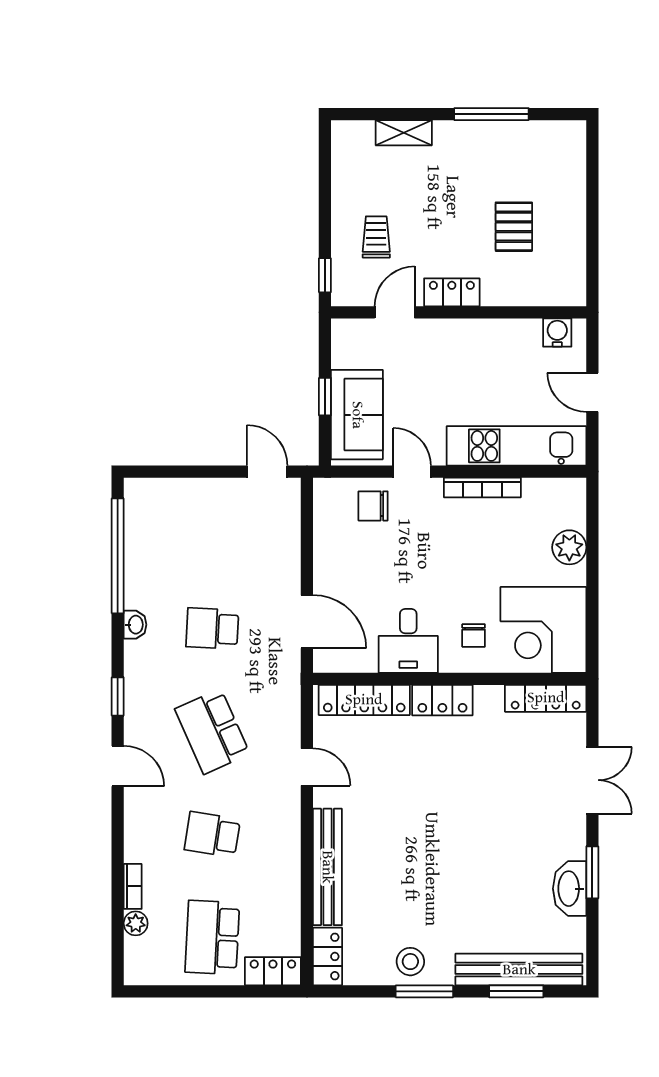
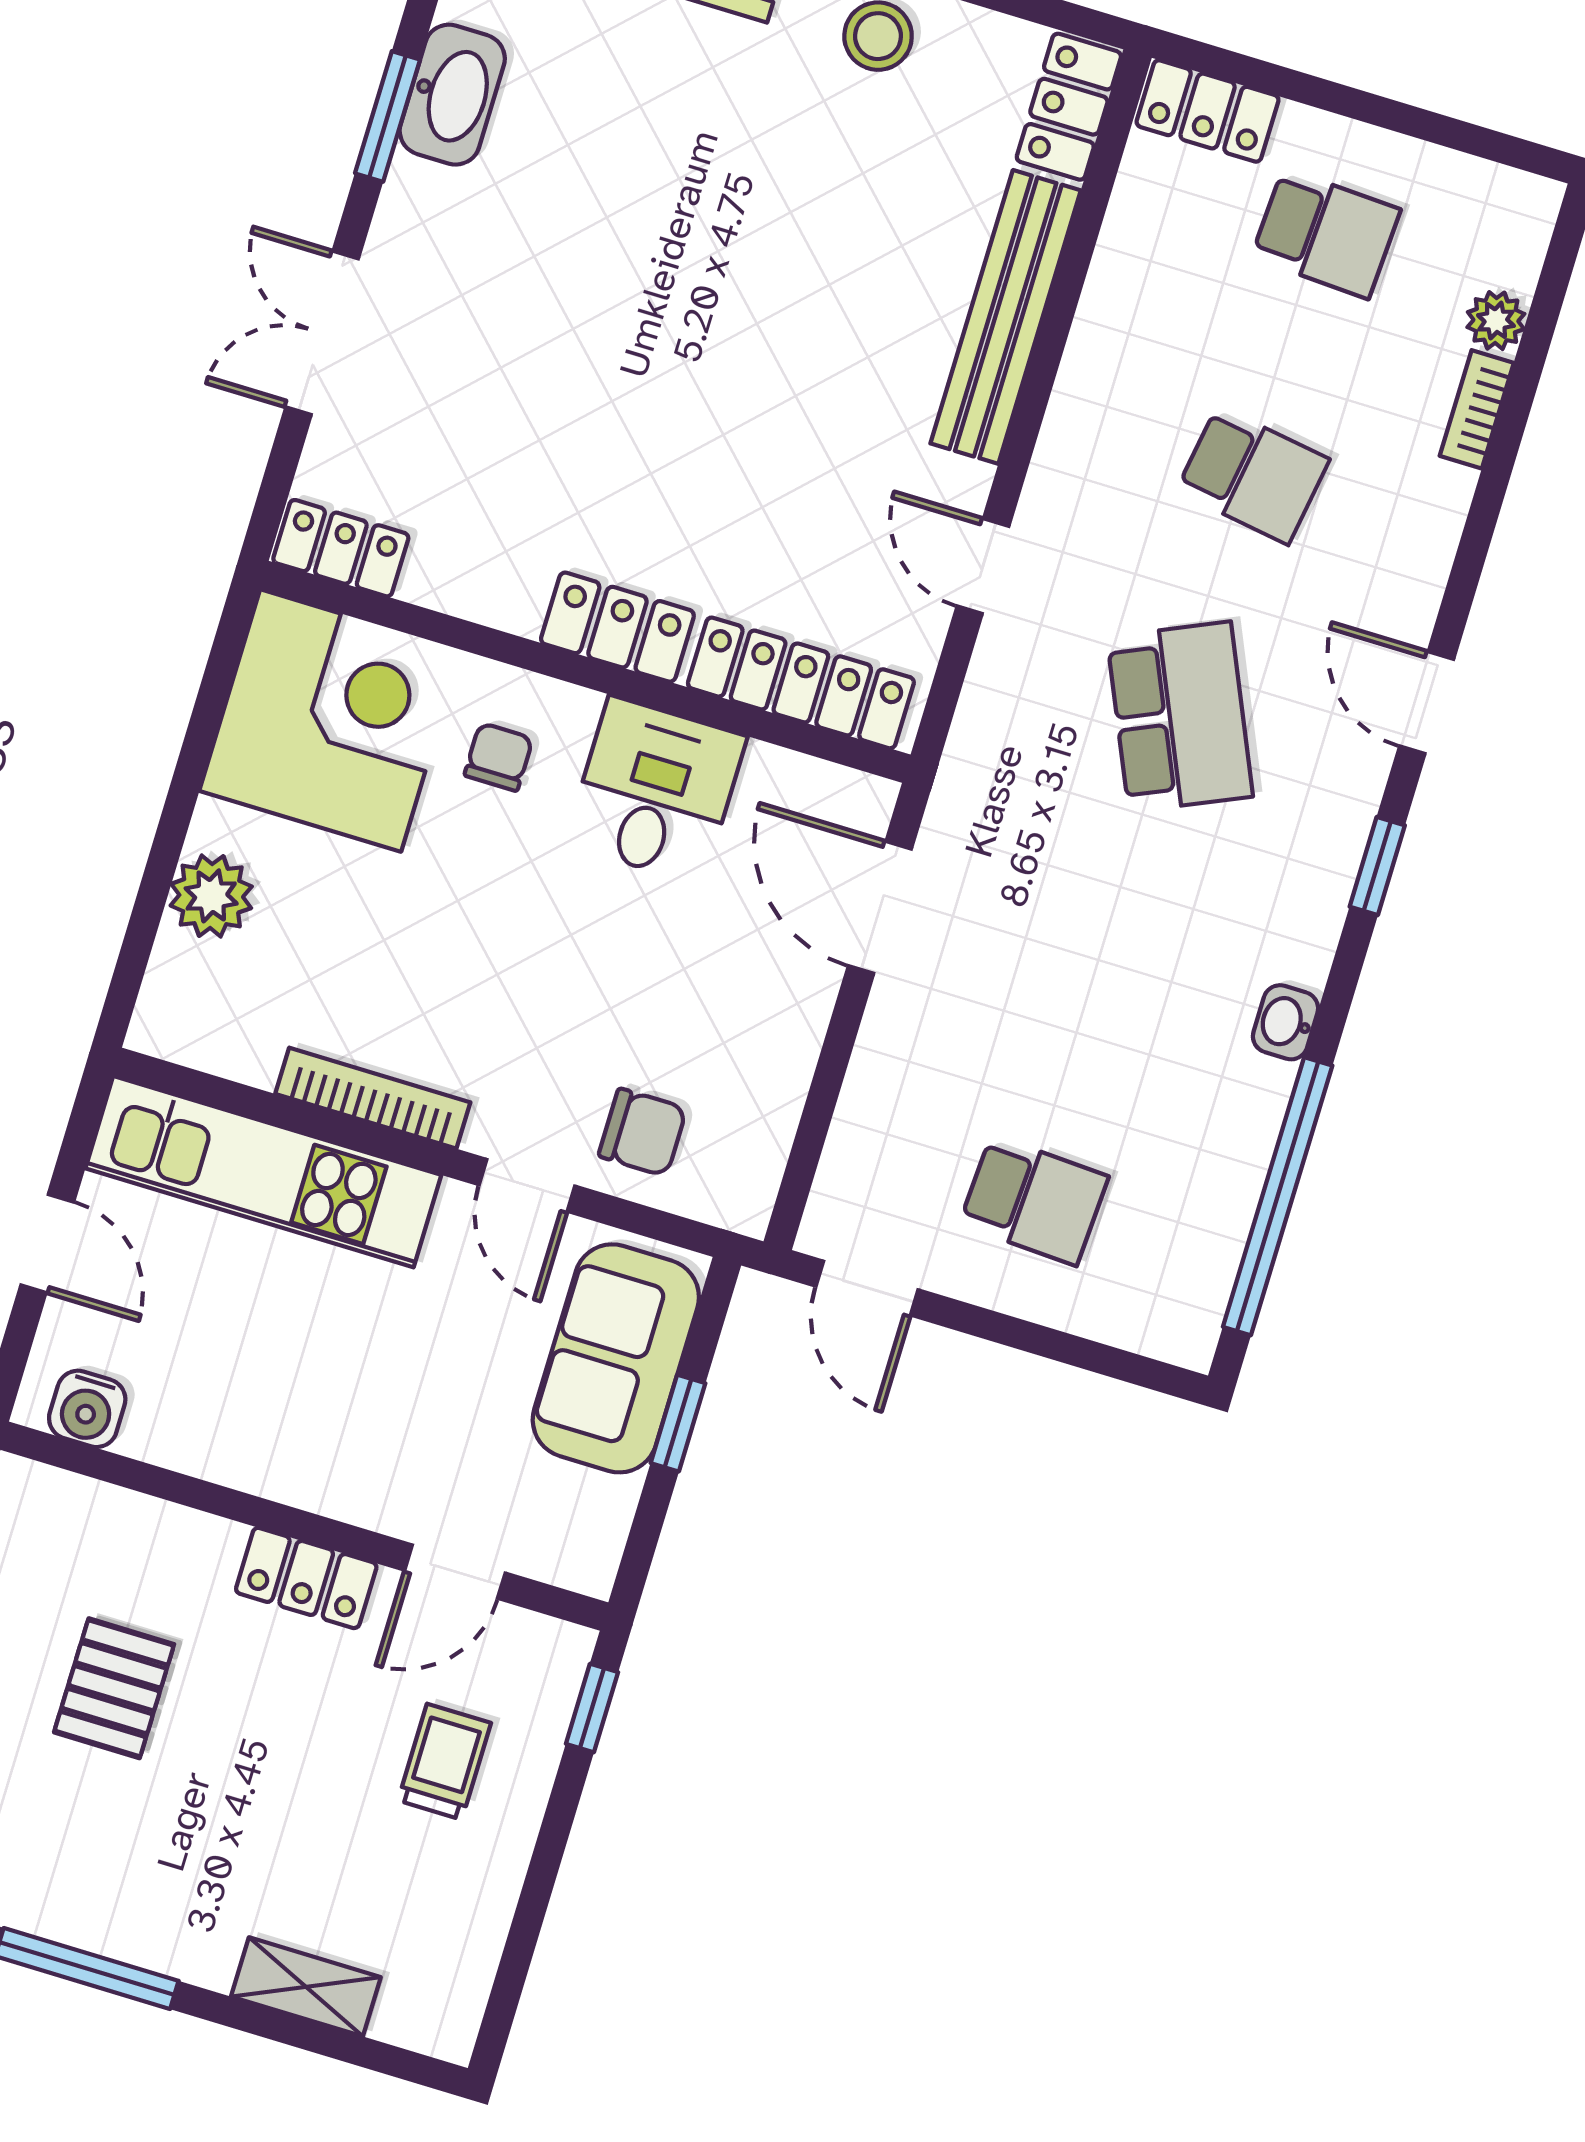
trolley: (376, 237) -> (444, 1762), turned 180
school desk: (212, 629) -> (1034, 1200), moved
locker: (546, 698) -> (341, 548), width x0.66
school desk: (212, 937) -> (1326, 233), width x0.54

